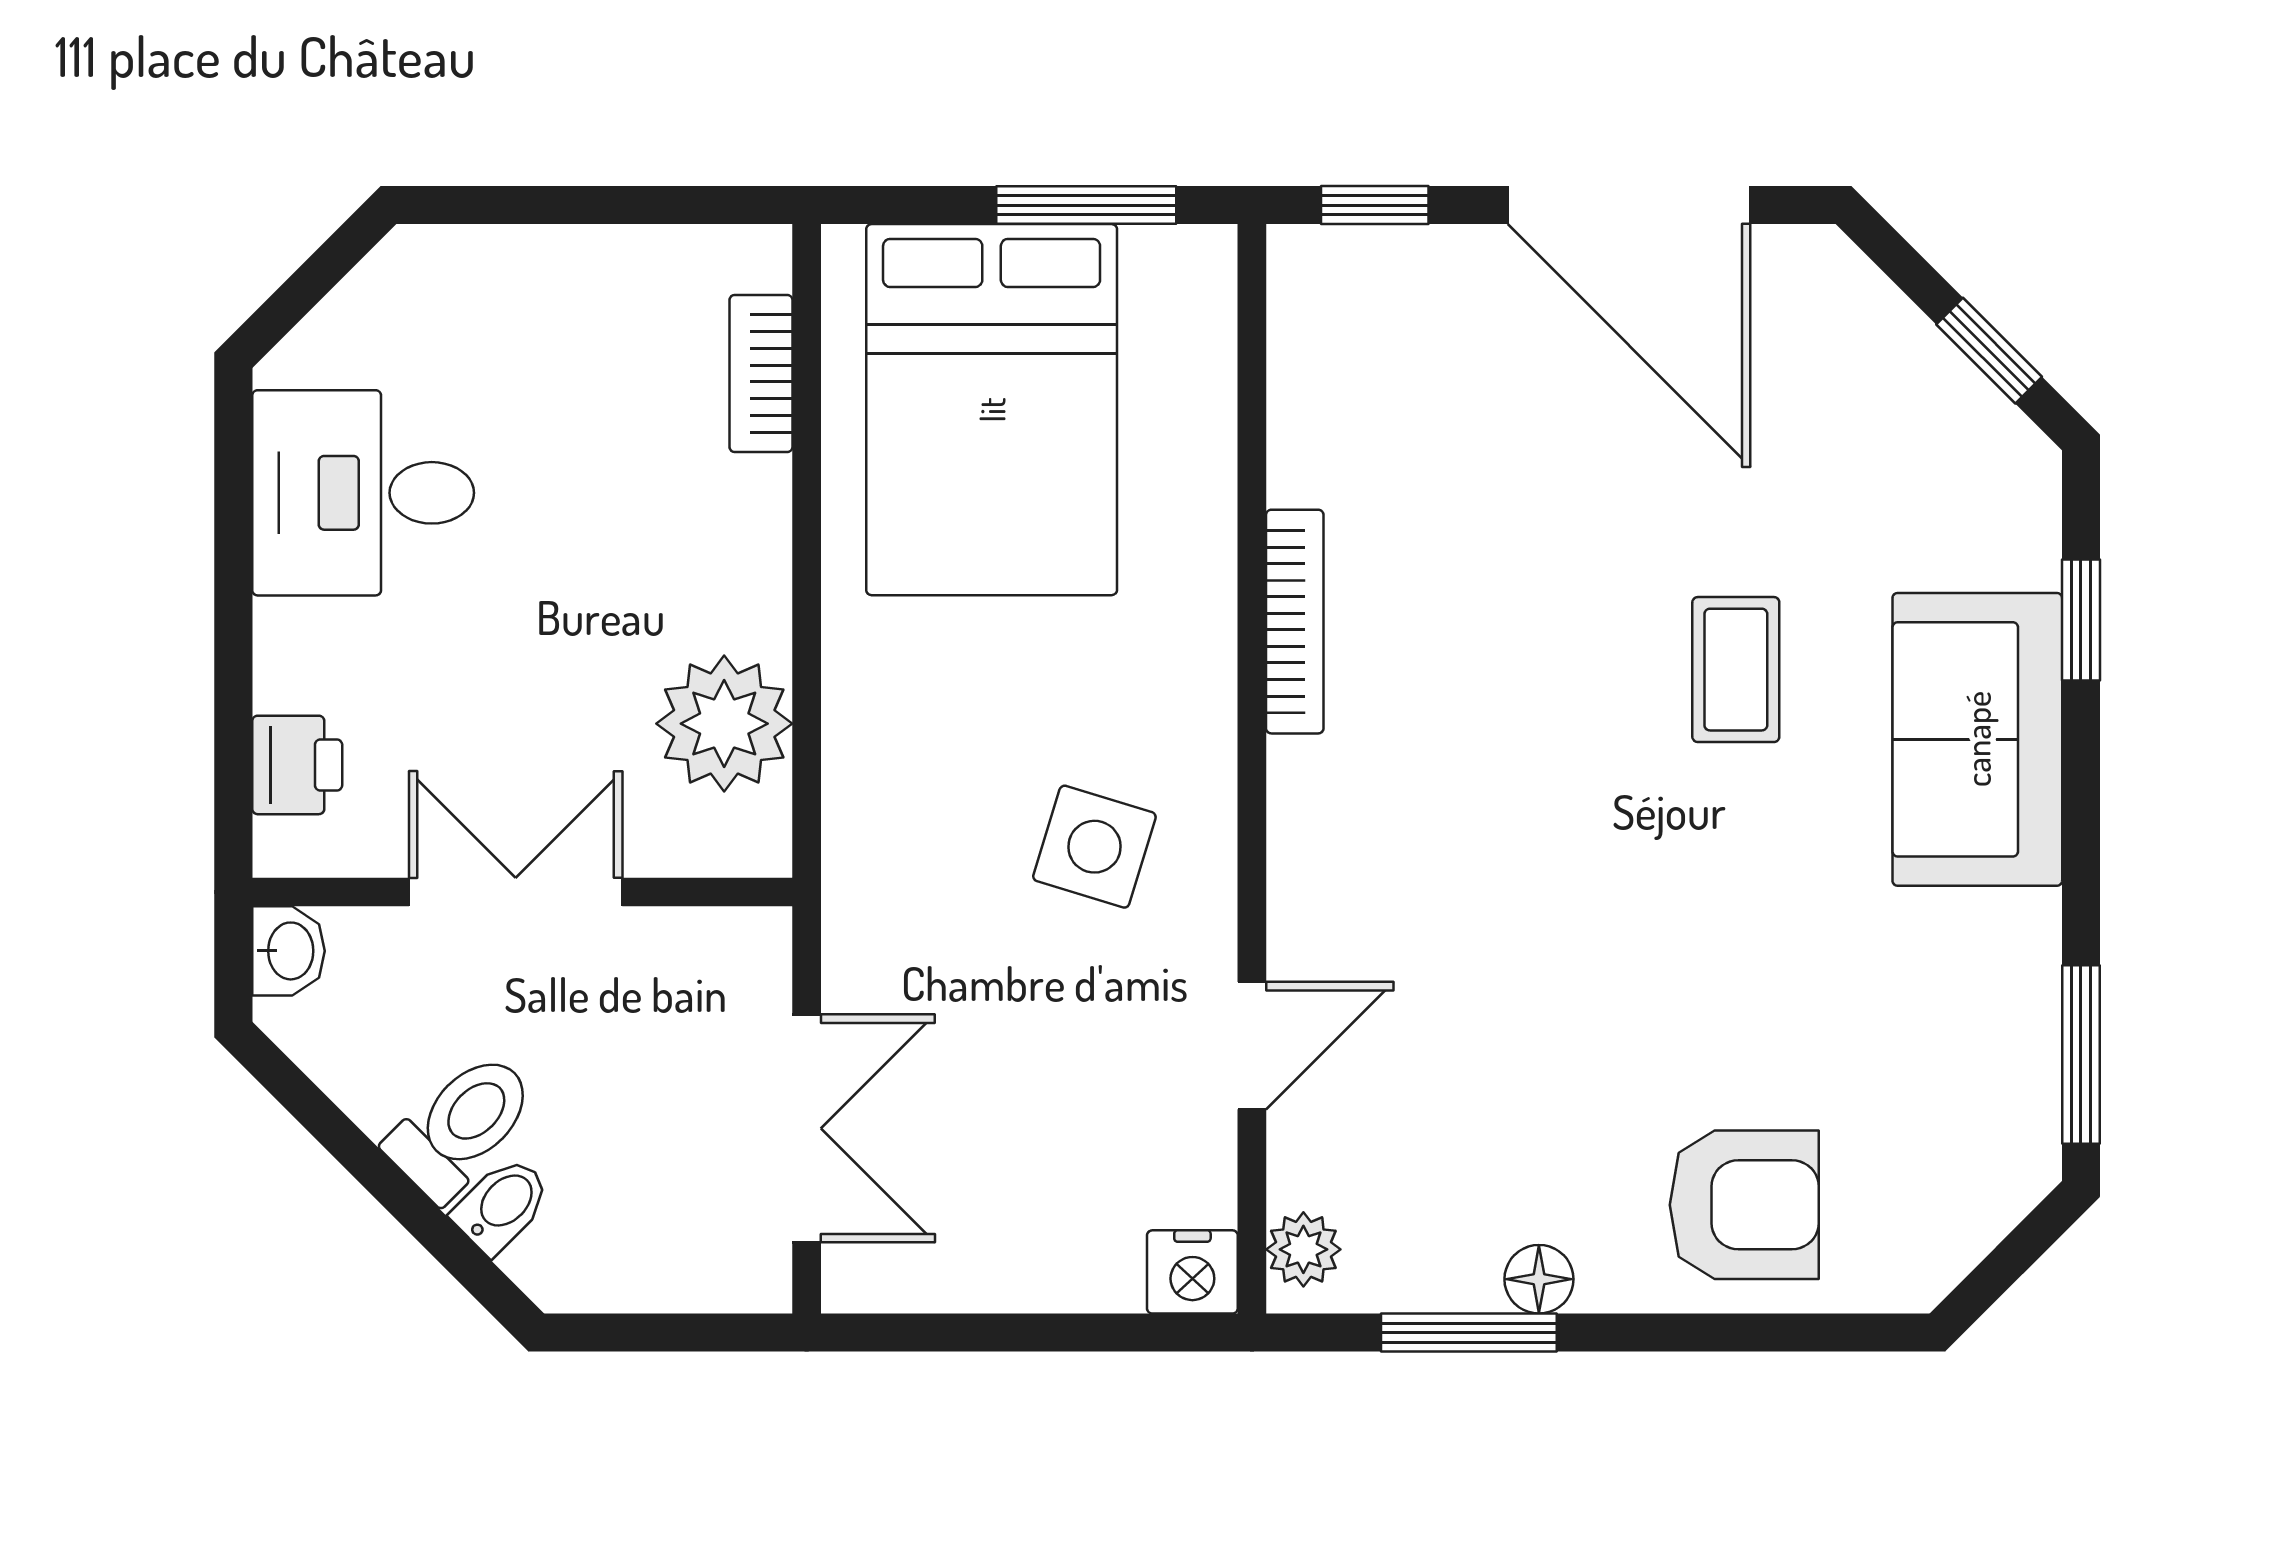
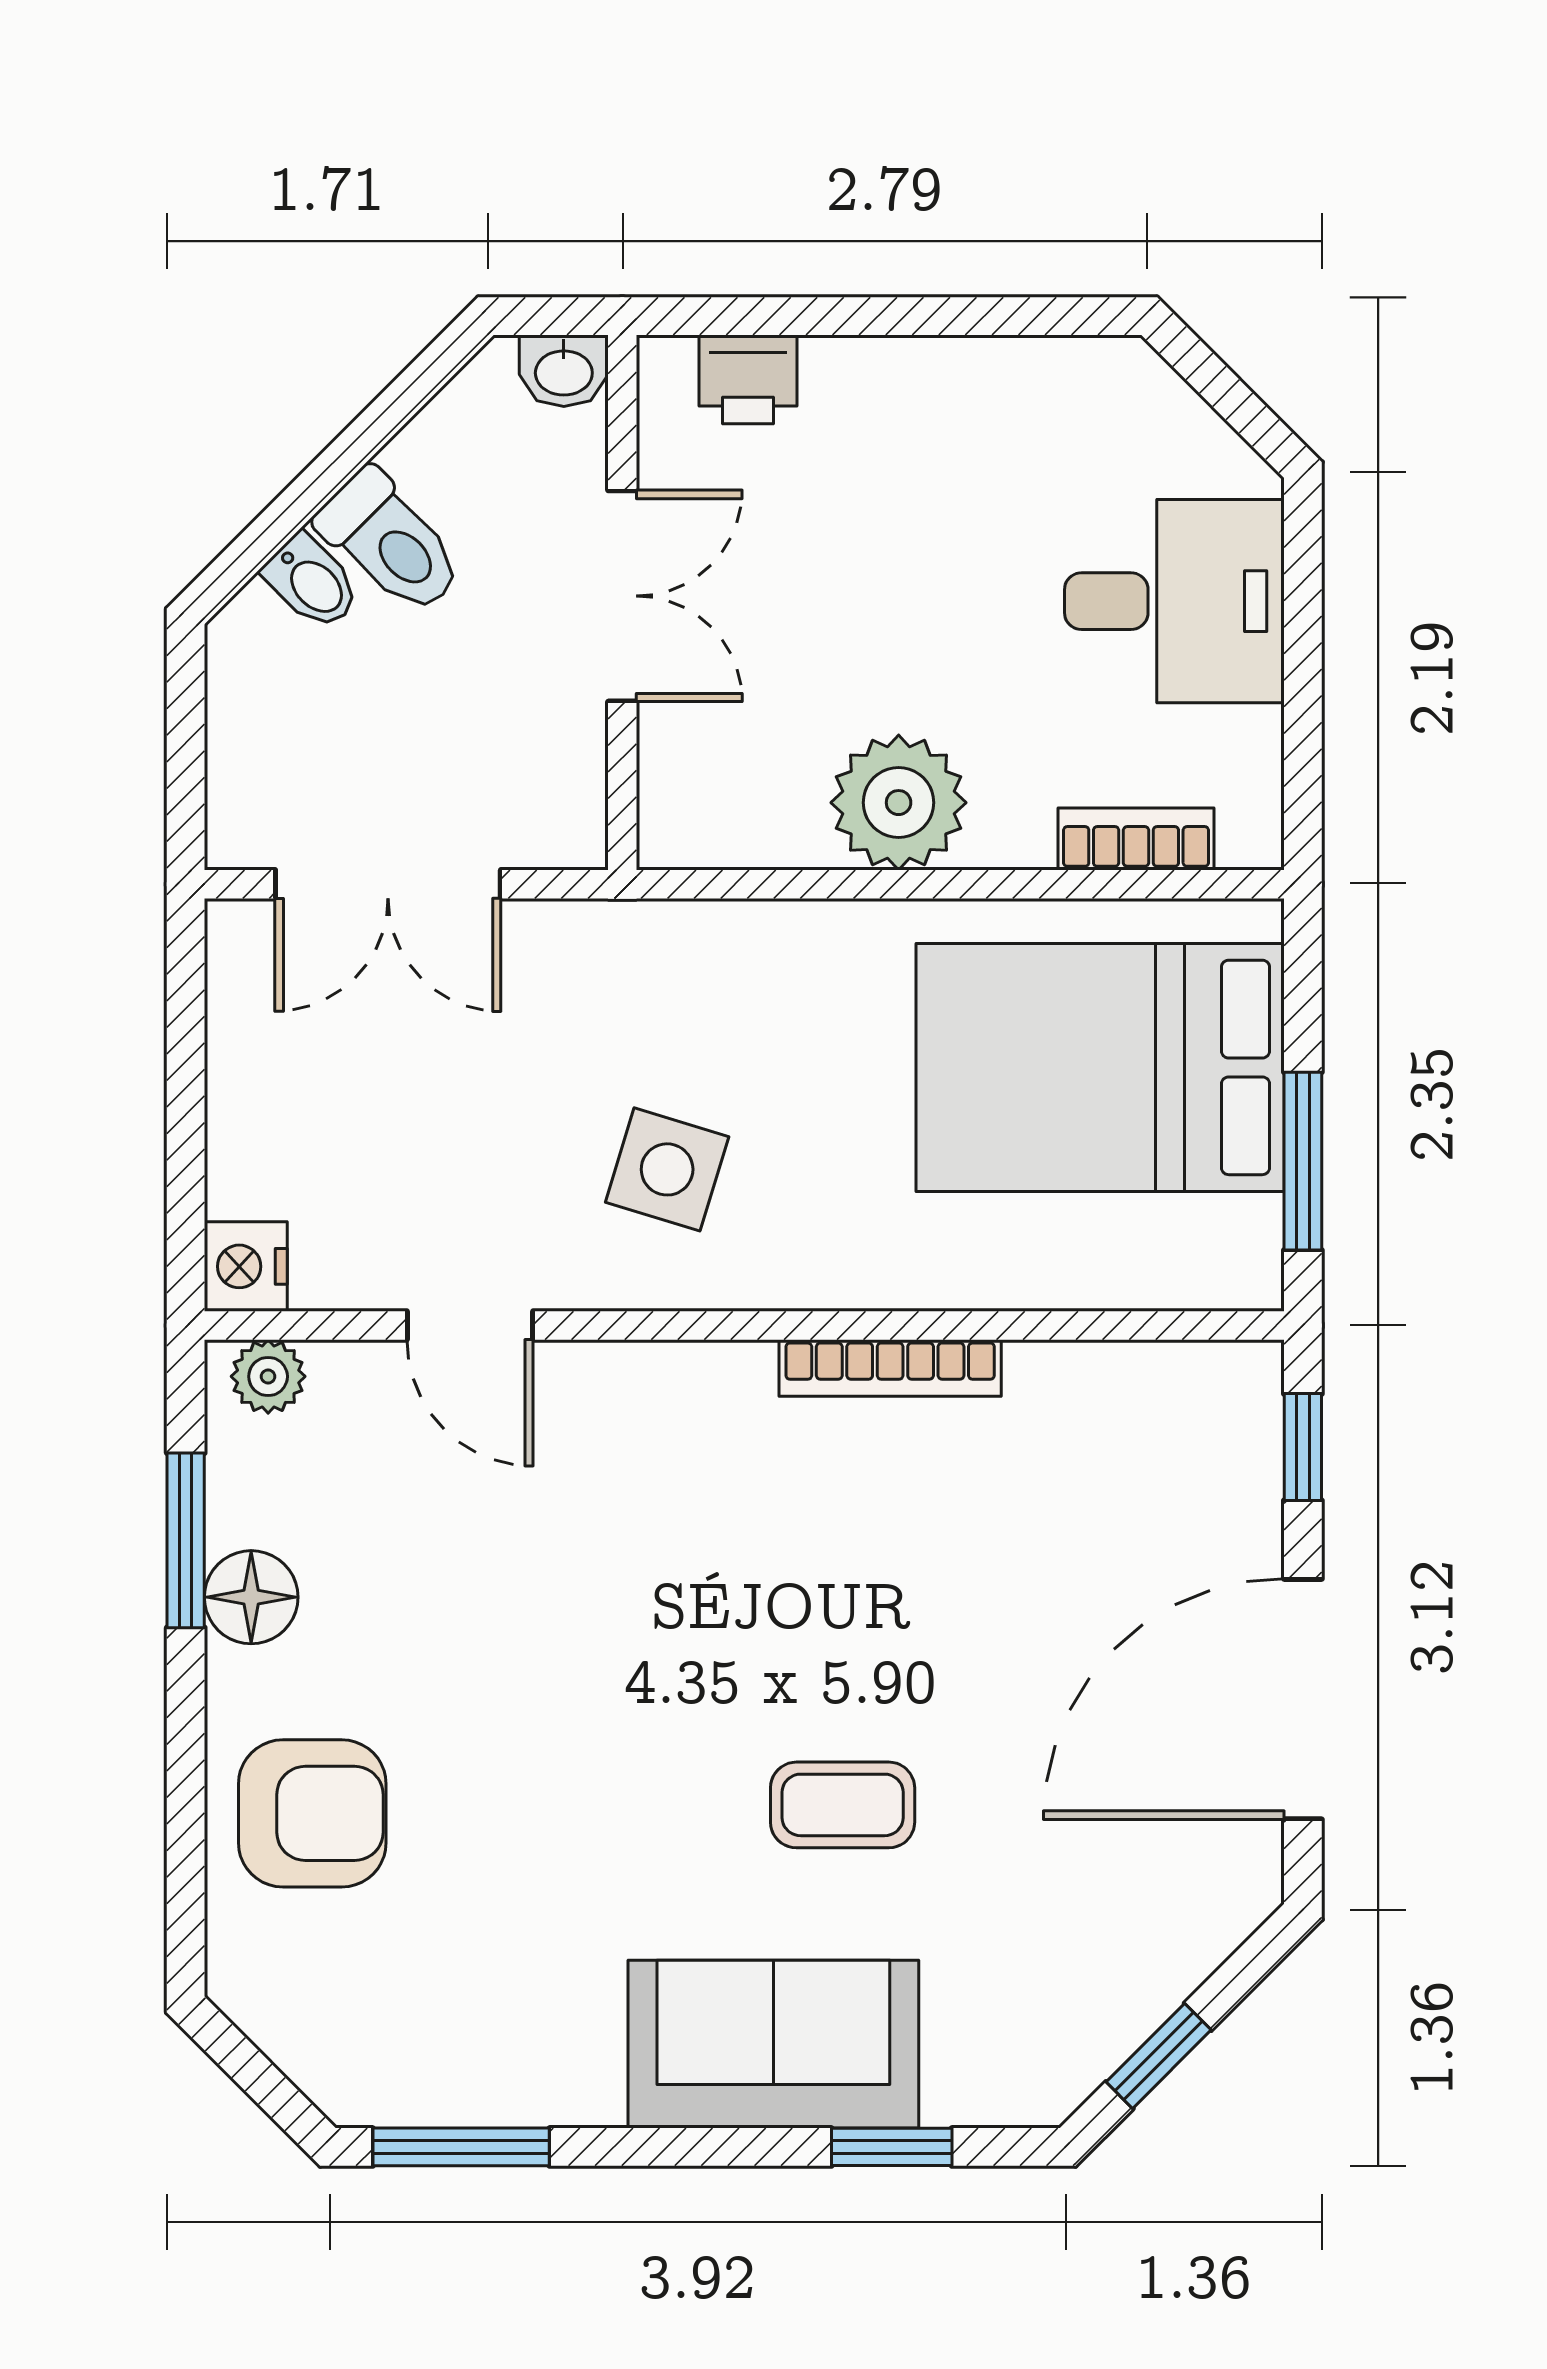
desk: (363, 493) -> (1174, 601), moved, turned 90
plant: (724, 724) -> (899, 803), moved
armchair: (1744, 1205) -> (312, 1813), turned -90
floor lamp: (1539, 1279) -> (251, 1597), width x1.37, depth x1.37

